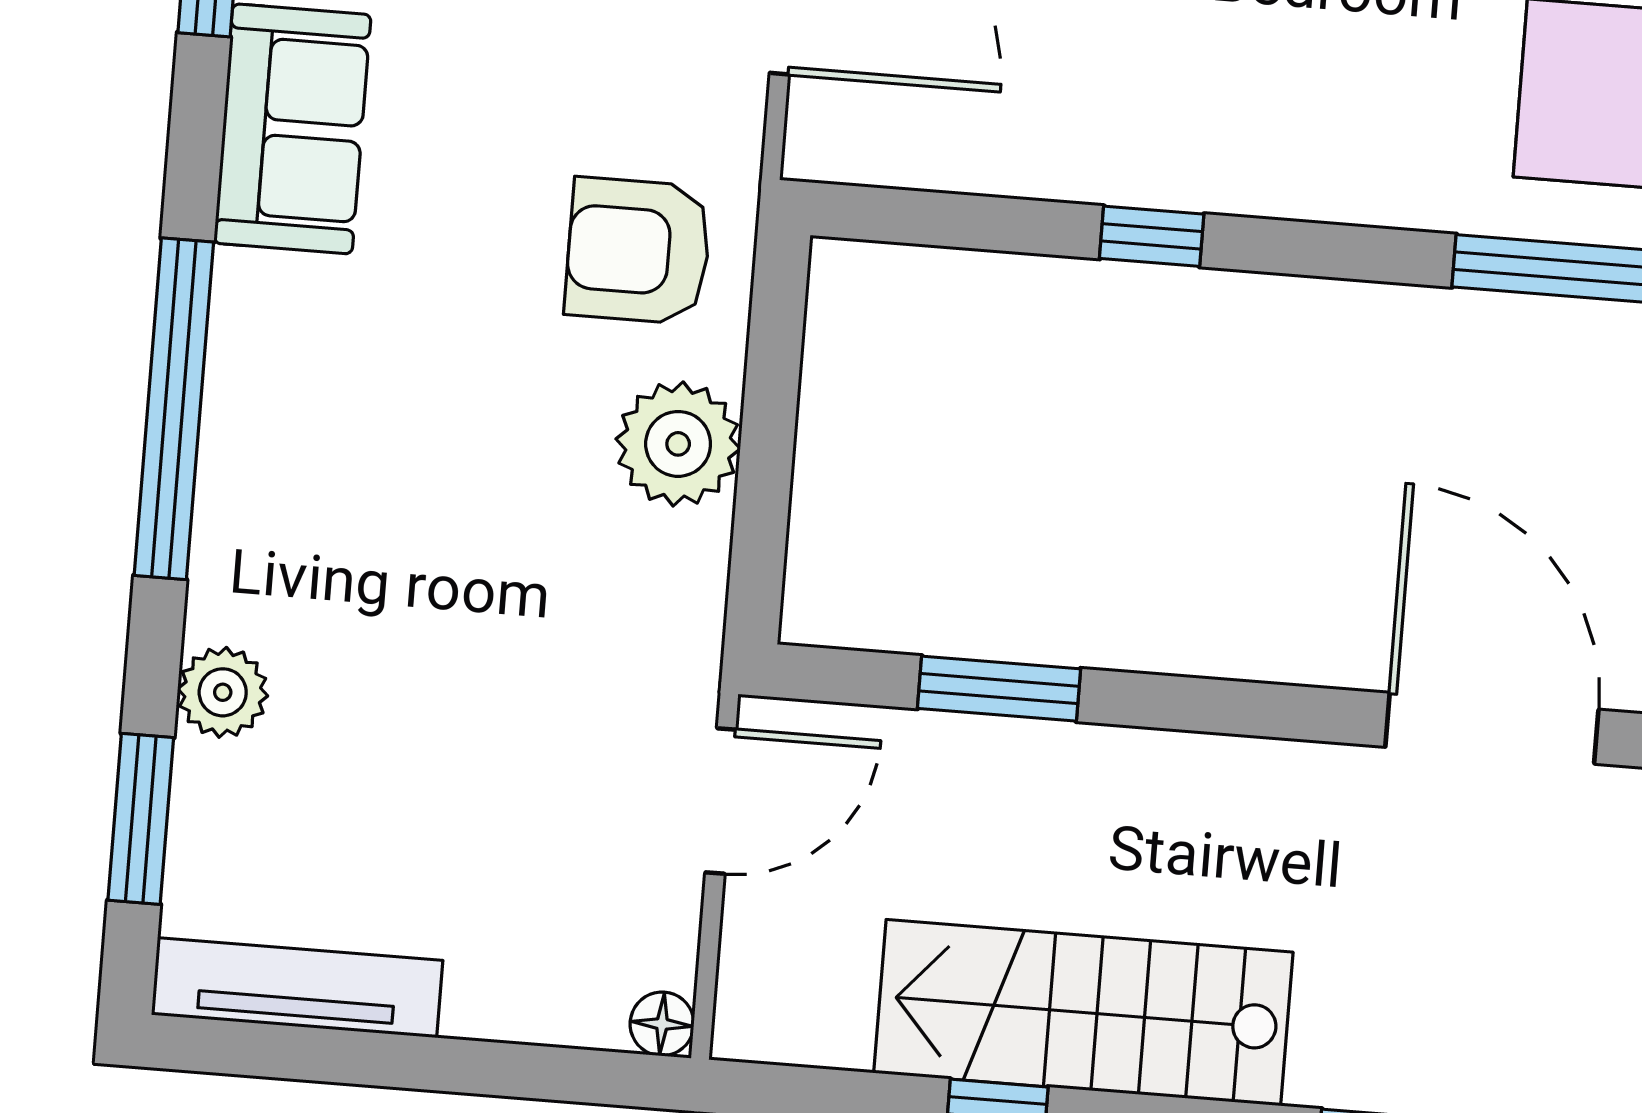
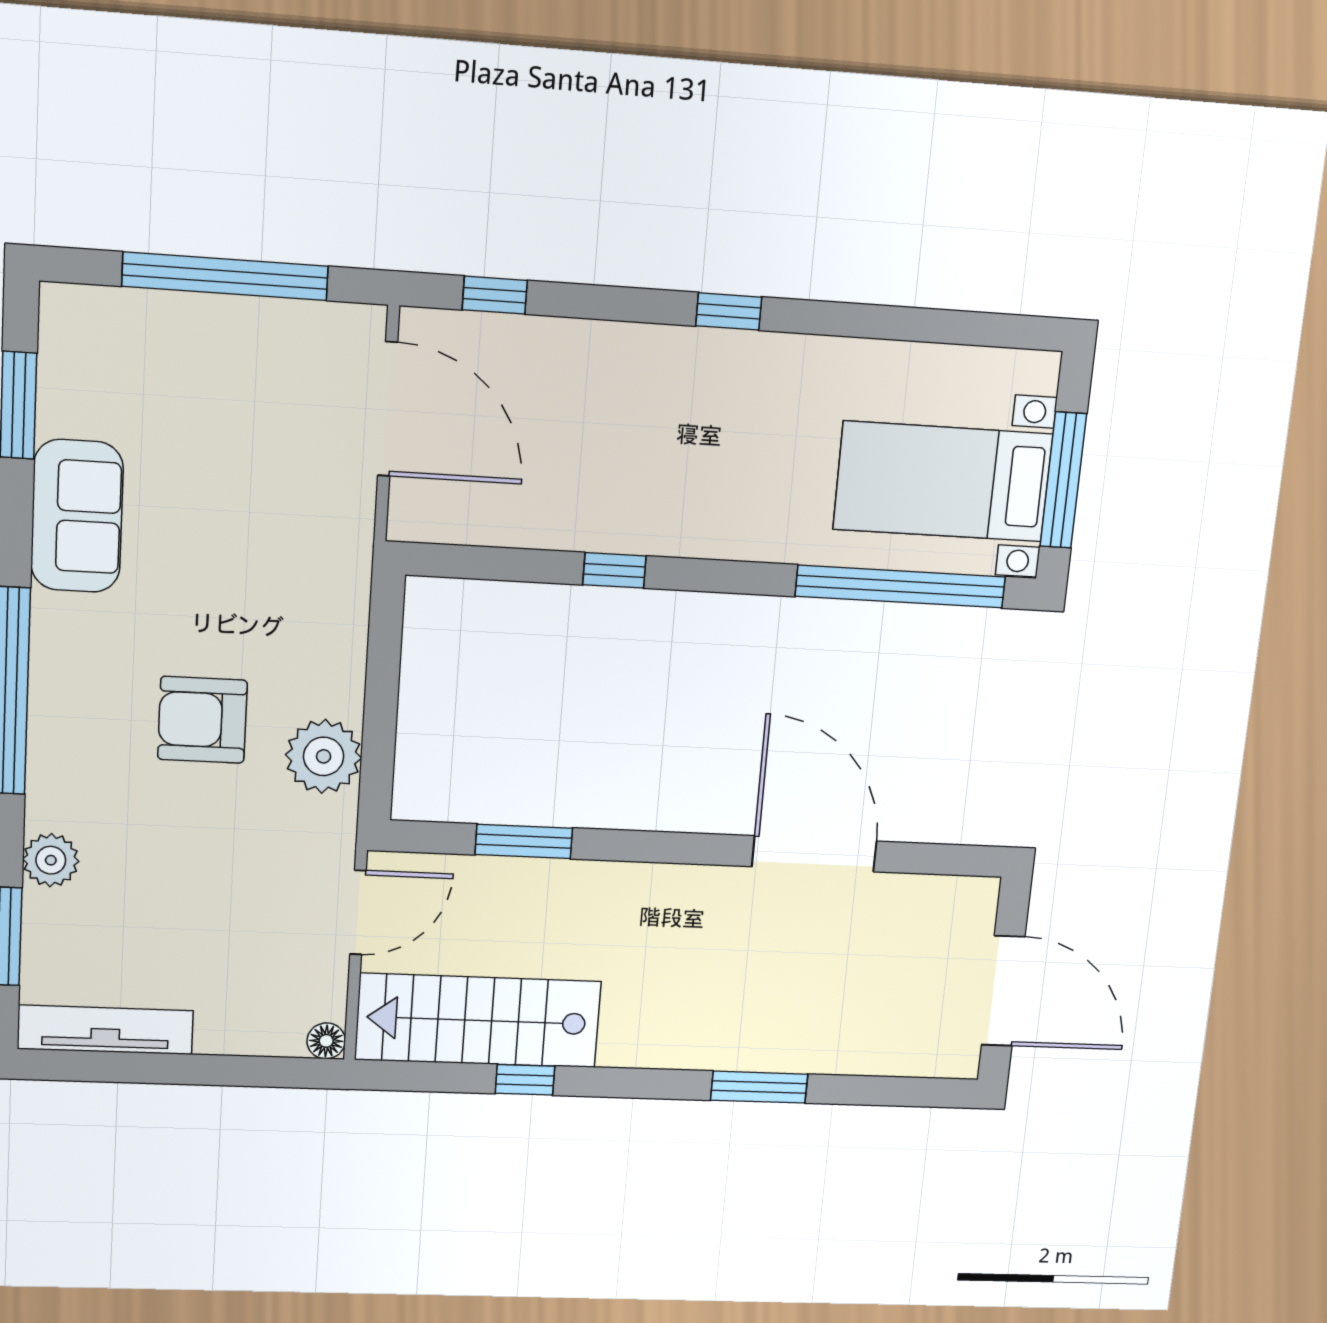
armchair: (638, 251) -> (202, 720), moved
plant: (678, 444) -> (324, 756), moved
stairs: (1083, 1013) -> (478, 1021), moved

